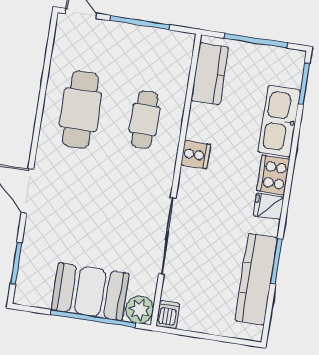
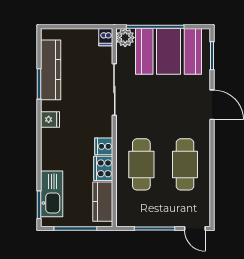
cafe table: (145, 120) -> (141, 164), width x1.37, depth x1.35
kitchen sink: (279, 121) -> (52, 194), moved
cooker: (273, 175) -> (103, 168), moved, turned 180
booth: (90, 292) -> (169, 51), width x1.36, depth x1.42

